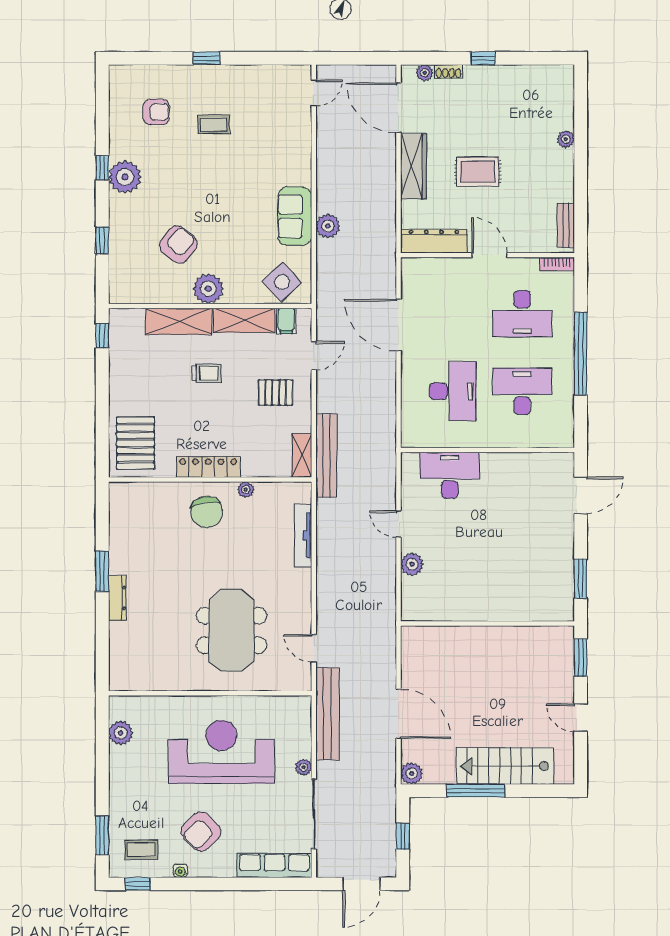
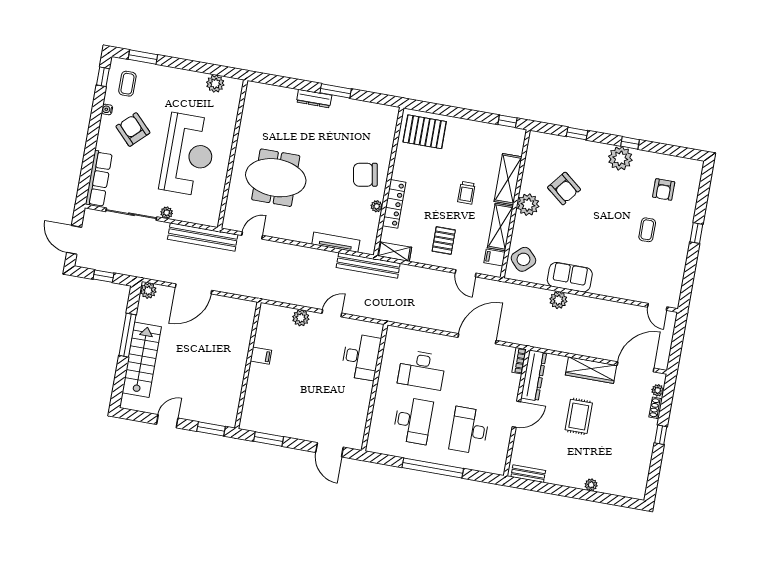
bookcase: (557, 264) -> (519, 361), moved
bench: (326, 455) -> (368, 265), moved
locker: (208, 467) -> (394, 204), moved
filing cabinet: (472, 608) -> (261, 356), added

